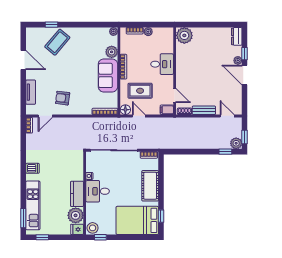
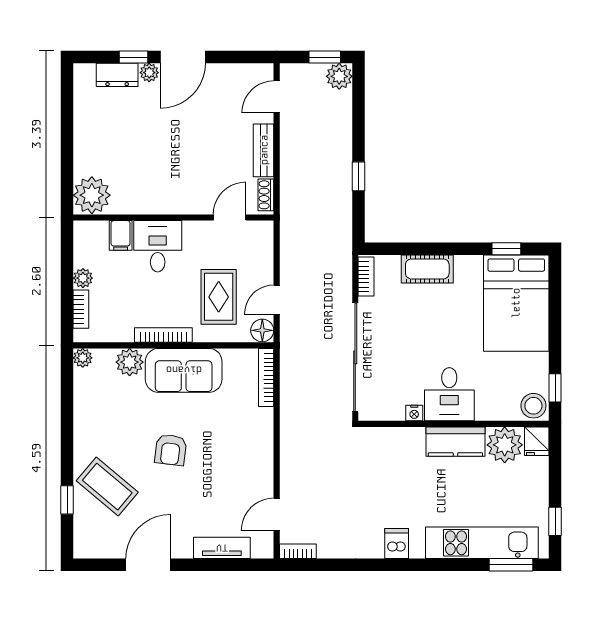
dresser: (237, 36) -> (117, 75), moved
armchair: (63, 98) -> (171, 450), moved
filing cabinet: (167, 110) -> (121, 235), moved
door: (45, 116) -> (277, 514), swing flipped
window: (225, 152) -> (358, 176), moved
cot: (150, 186) -> (427, 269), width x0.73, depth x0.75

